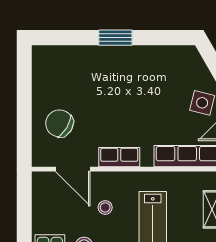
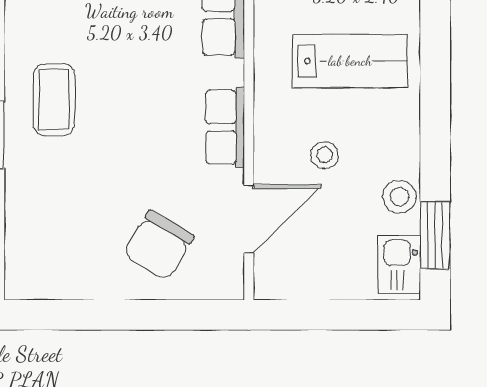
coffee table: (133, 70) -> (54, 100), added

